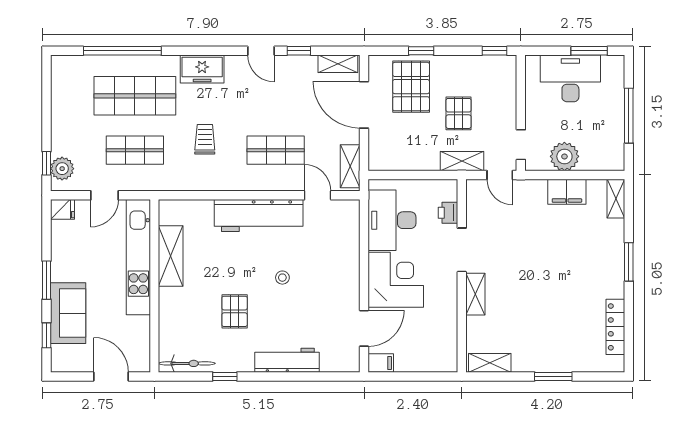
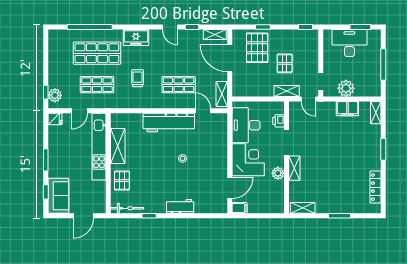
plant: (447, 303) -> (278, 173), added
pallet: (235, 311) -> (122, 181), moved
sofa: (68, 313) -> (58, 196), moved
workbench: (287, 360) -> (180, 206), width x0.73
door: (111, 376) -> (83, 216), swing flipped

